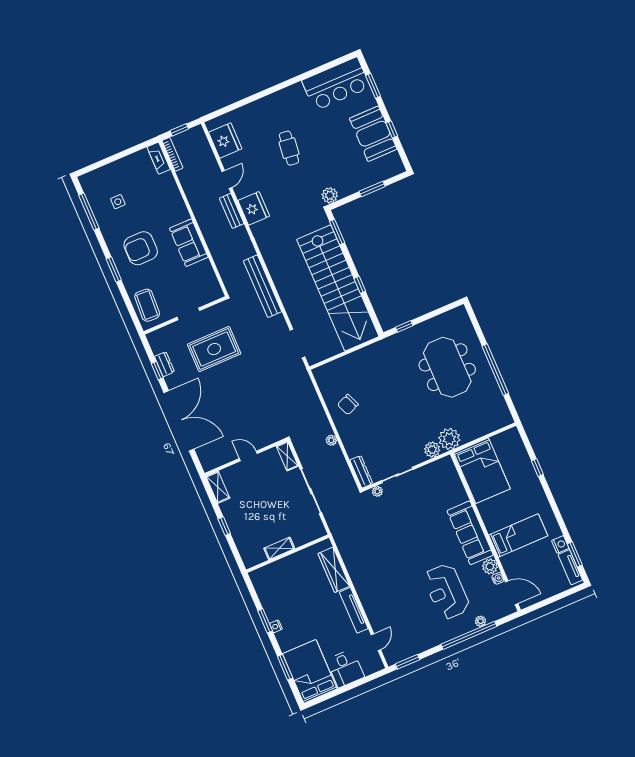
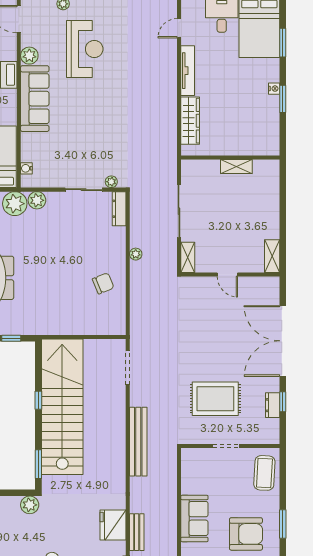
window: (224, 526) -> (283, 214), removed
water cooler: (498, 578) -> (26, 168), moved

